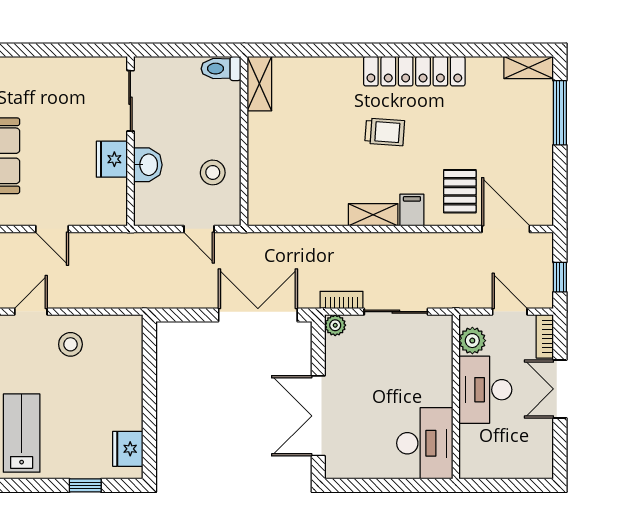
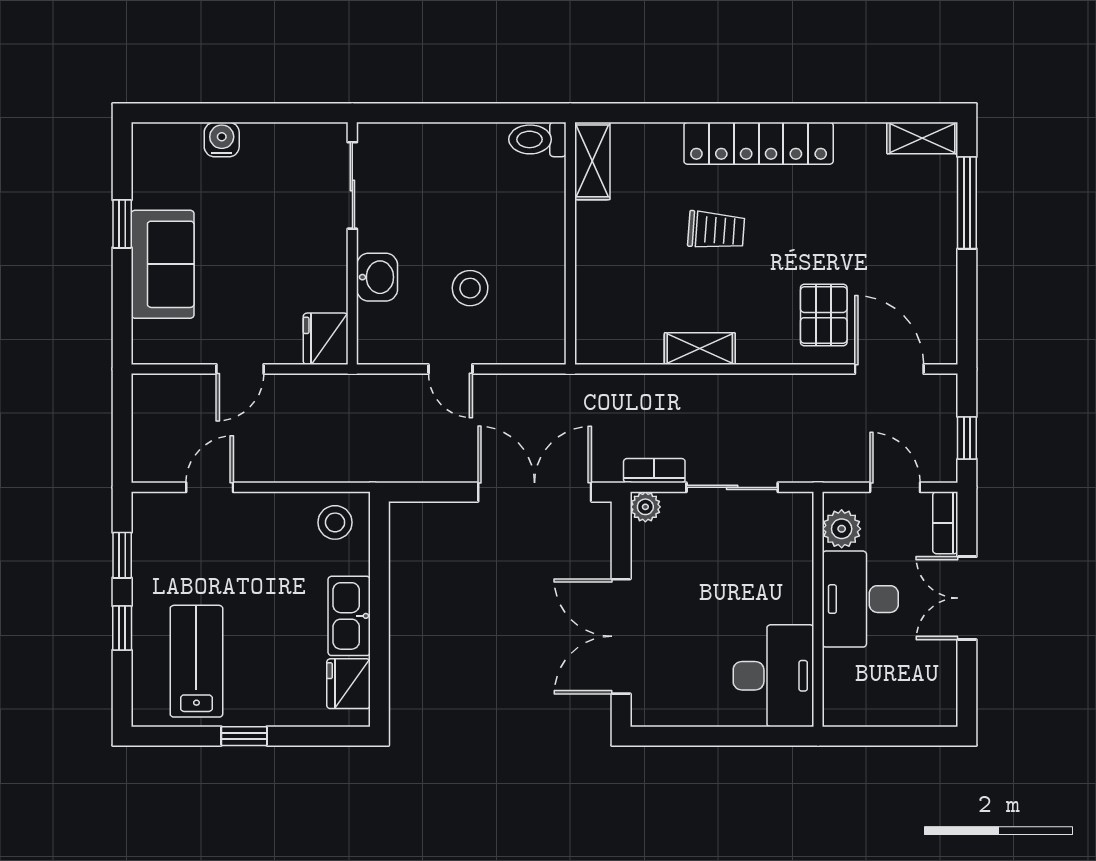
water cooler: (39, 69) -> (222, 140), added
toilet: (221, 69) -> (537, 139), moved
shelving: (259, 84) -> (592, 161), moved
wall: (244, 141) -> (570, 243), moved
fridge: (112, 159) -> (326, 339), moved
filing cabinet: (412, 210) -> (755, 342), removed
door: (52, 229) -> (240, 369), hinge flipped
stool: (70, 344) -> (335, 522), moved
kitchen sink: (128, 401) -> (349, 616), added
window: (85, 485) -> (244, 736), moved

